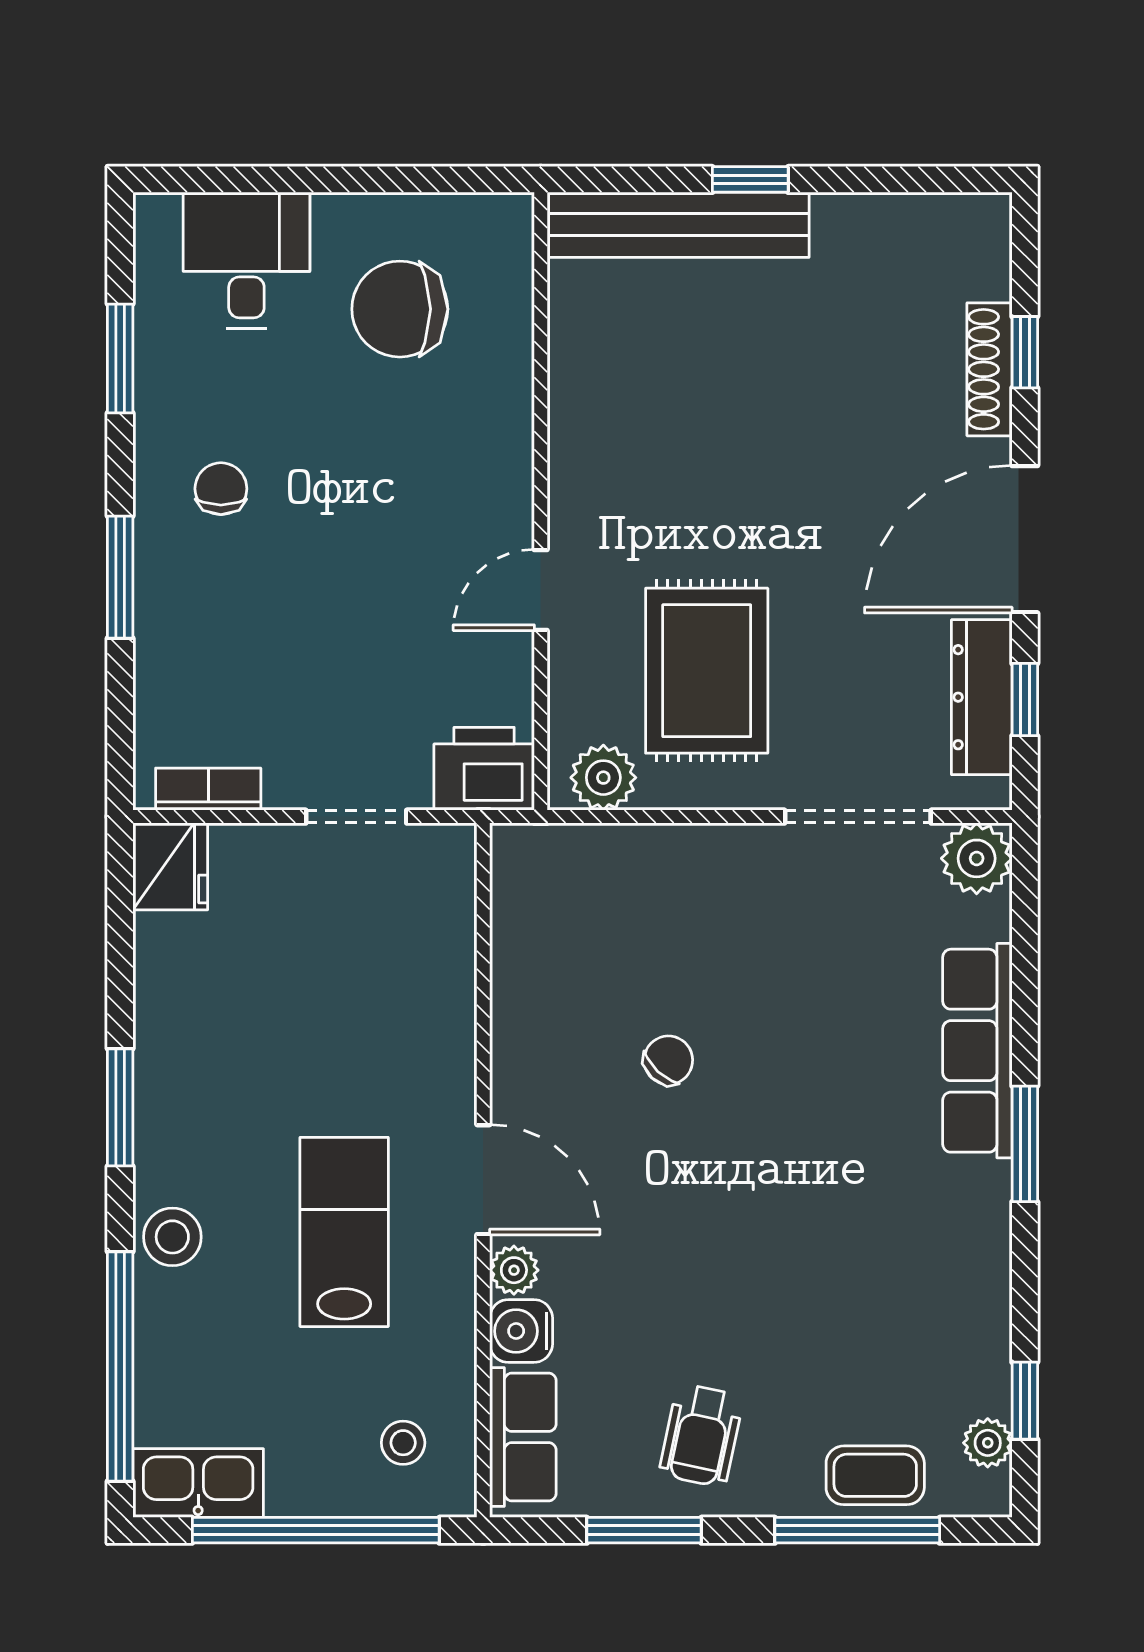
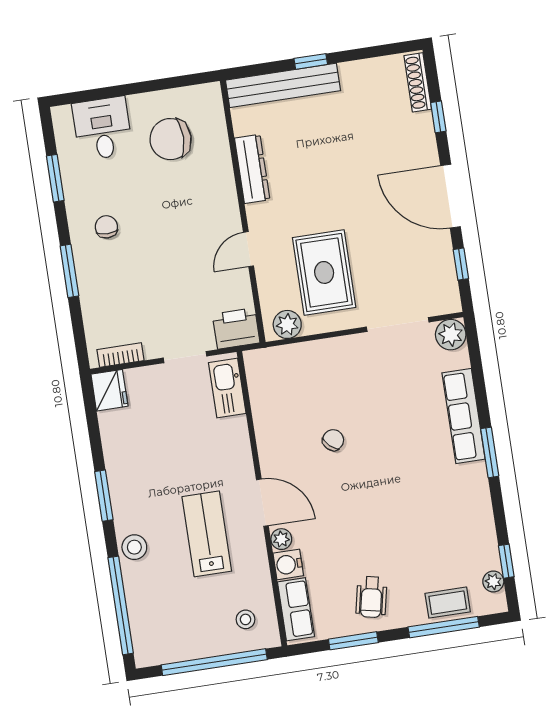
shoe rack: (990, 369) -> (418, 82), moved
door: (1025, 539) -> (450, 196), hinge flipped
dresser: (982, 697) -> (252, 169), moved, turned 180
kitchen sink: (198, 1483) -> (227, 388), moved, turned -90

